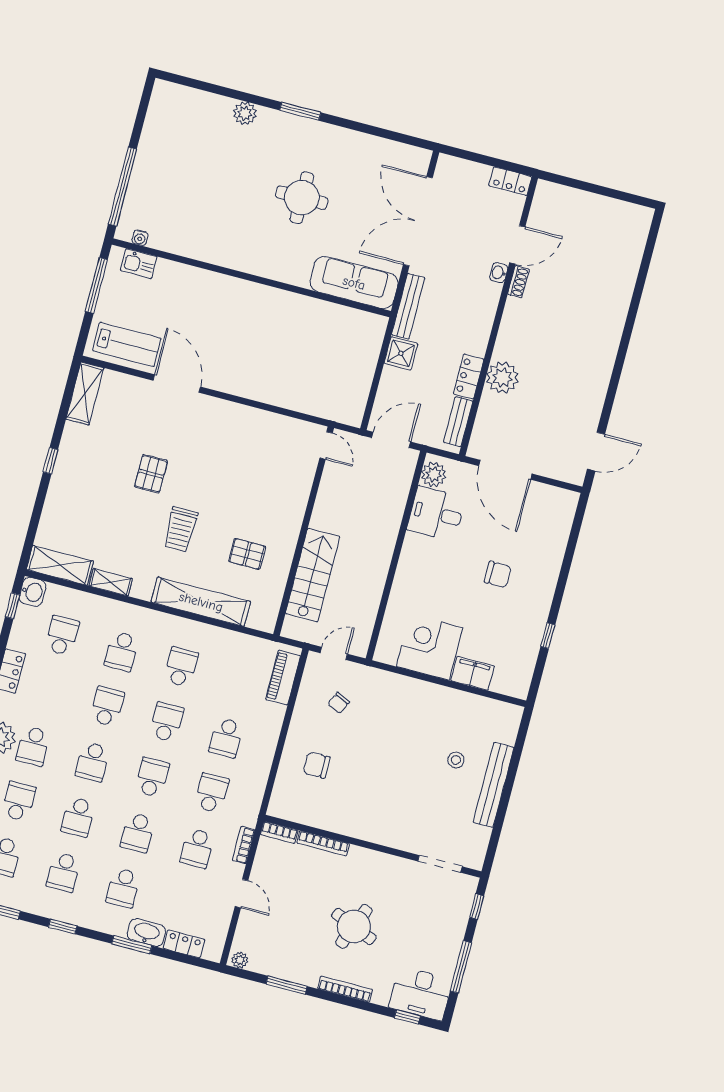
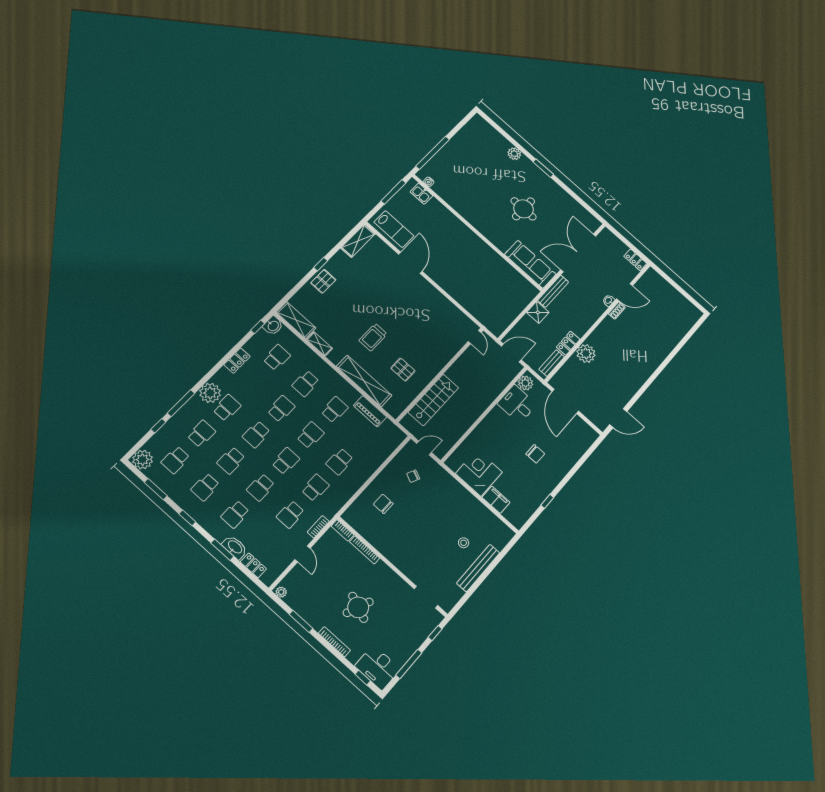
pallet: (151, 474) -> (323, 281), moved
piano: (283, 678) -> (370, 411), moved, turned -90
school desk: (33, 746) -> (227, 408), turned 180

